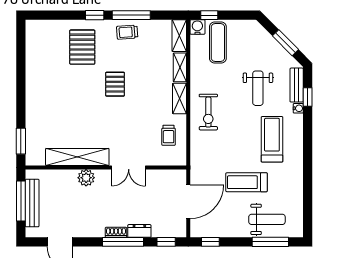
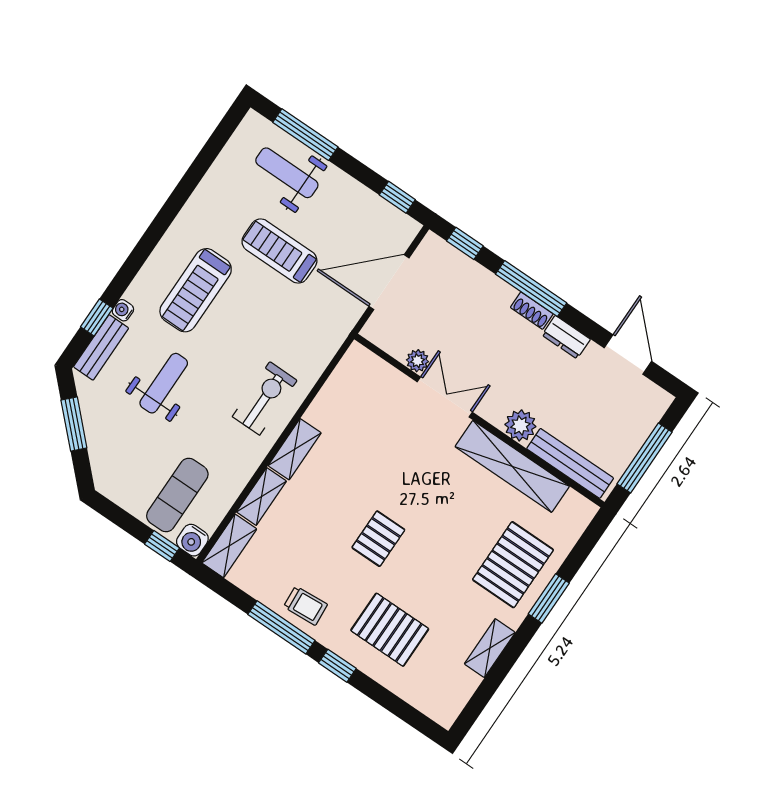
pallet: (82, 47) -> (390, 630), turned 90
shelving: (32, 69) -> (490, 648), added
pallet: (47, 113) -> (513, 565), added
trolley: (169, 135) -> (350, 404), removed
window: (21, 141) -> (549, 598), moved
plant: (152, 175) -> (417, 361), added
treadmill: (247, 182) -> (279, 251), turned 180
bench: (32, 203) -> (570, 463), moved, turned 90
dresser: (139, 231) -> (566, 337), moved

